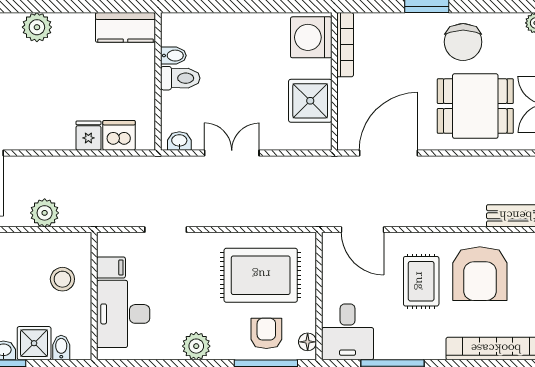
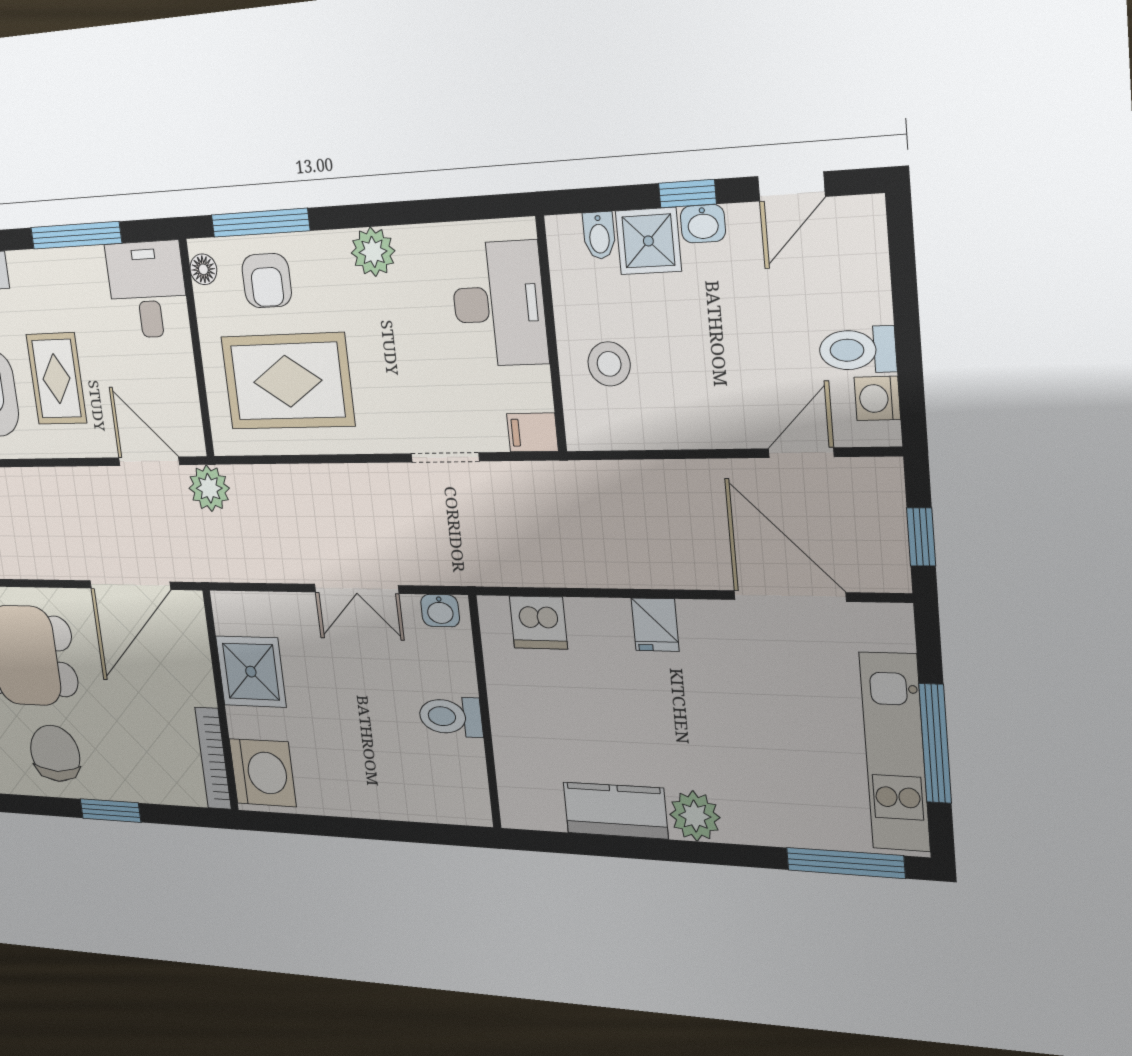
kitchen counter: (126, 27) -> (615, 811), moved
bidet: (173, 56) -> (465, 755), removed
fridge: (88, 136) -> (655, 625), moved
plant: (45, 213) -> (209, 488), moved
filing cabinet: (111, 267) -> (532, 432), moved

